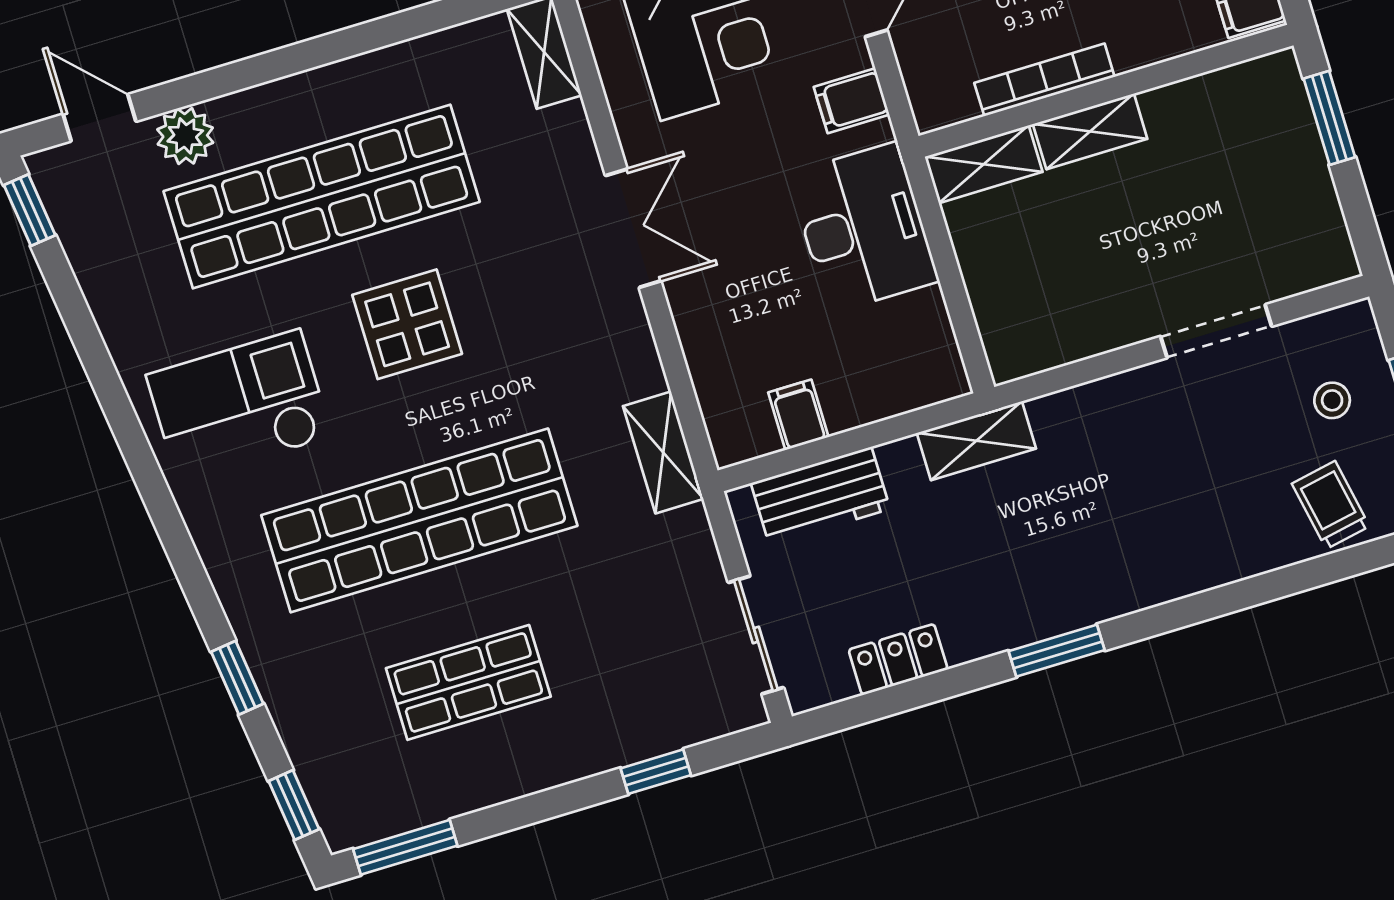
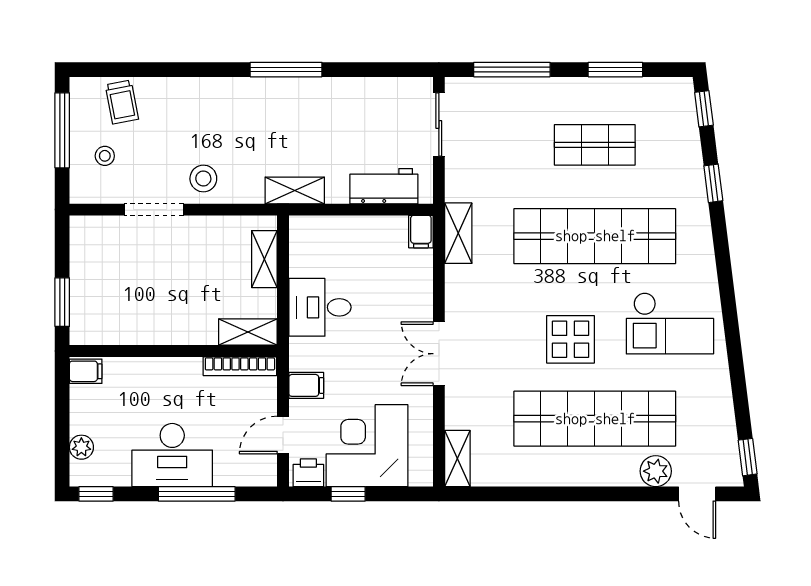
bookcase: (1044, 80) -> (240, 366), moved
shelving: (1090, 131) -> (264, 259), moved, turned 90
desk: (863, 228) -> (320, 307), width x0.73
stool: (1145, 413) -> (203, 178), added
filing cabinet: (798, 415) -> (421, 232), moved
window: (1057, 651) -> (286, 70), width x1.44
locker: (898, 660) -> (369, 90), removed
window: (656, 772) -> (512, 70), width x2.17
window: (405, 847) -> (615, 70), moved

